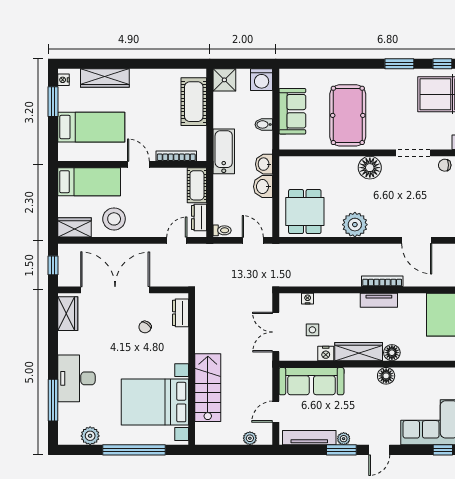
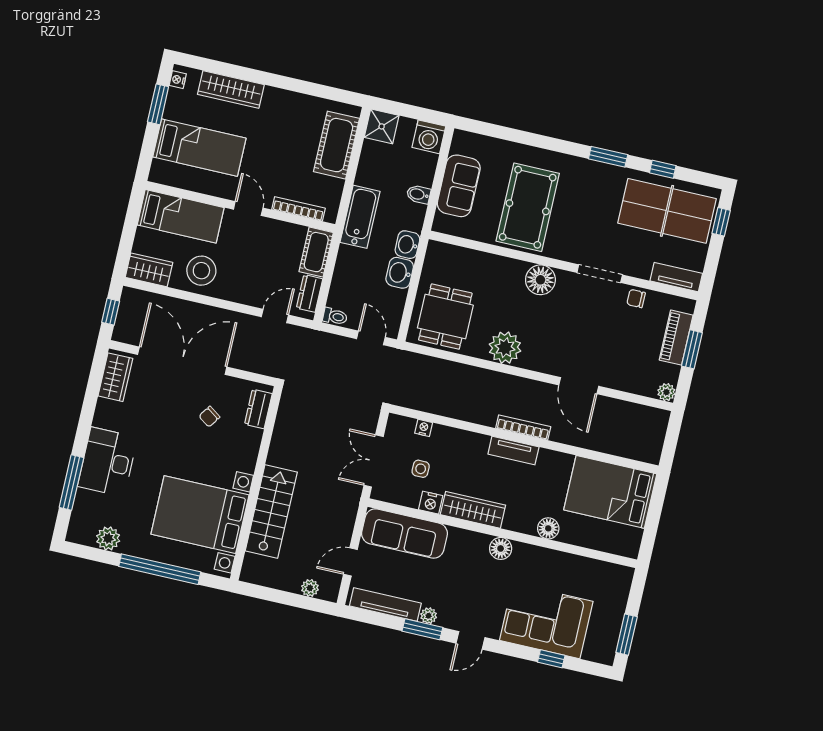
floor lamp: (392, 353) -> (548, 528), moved

